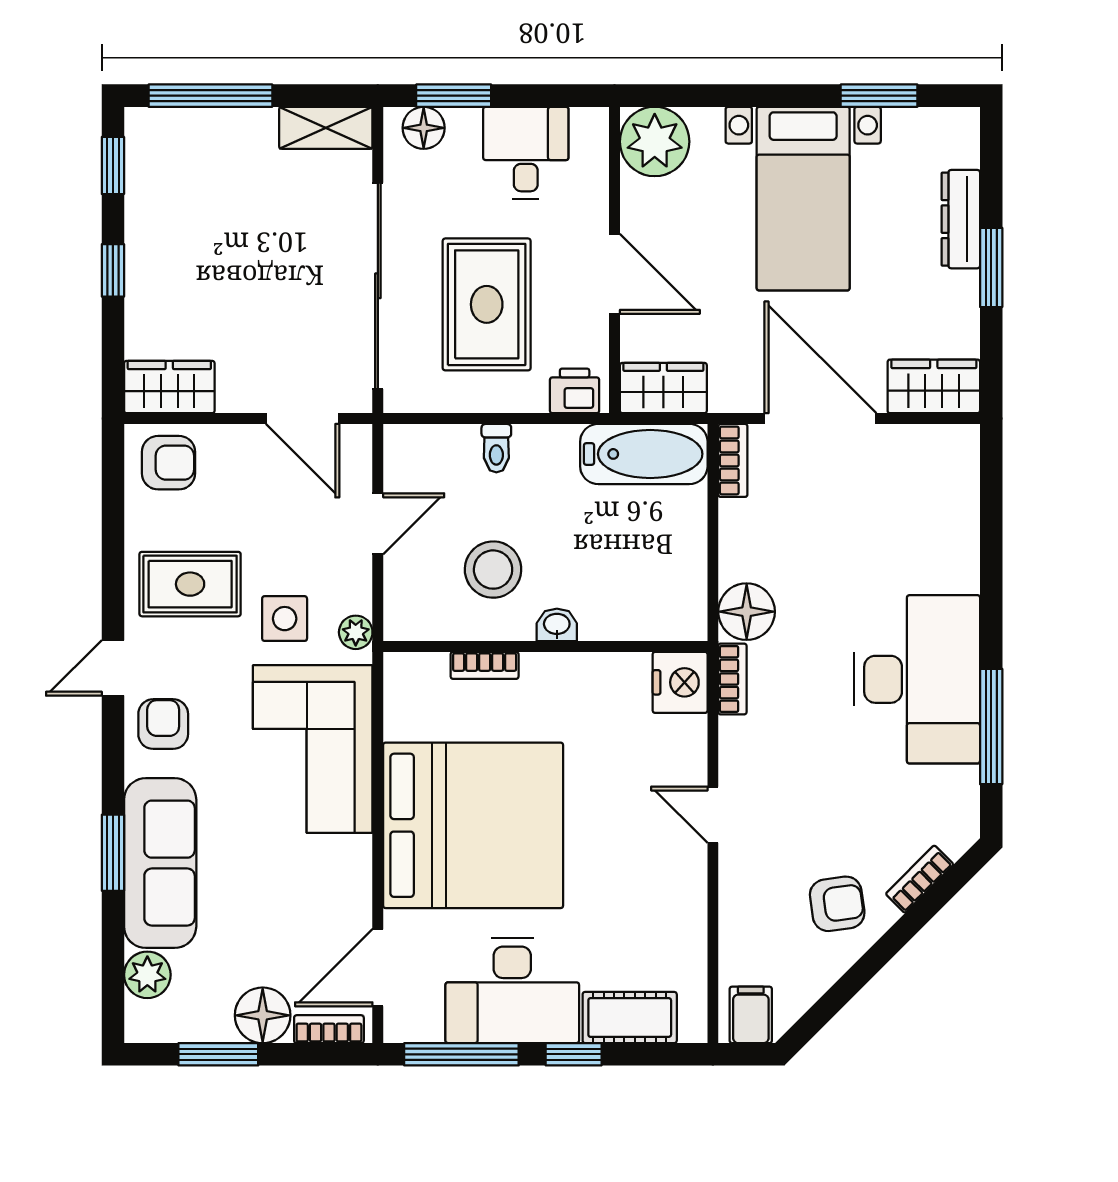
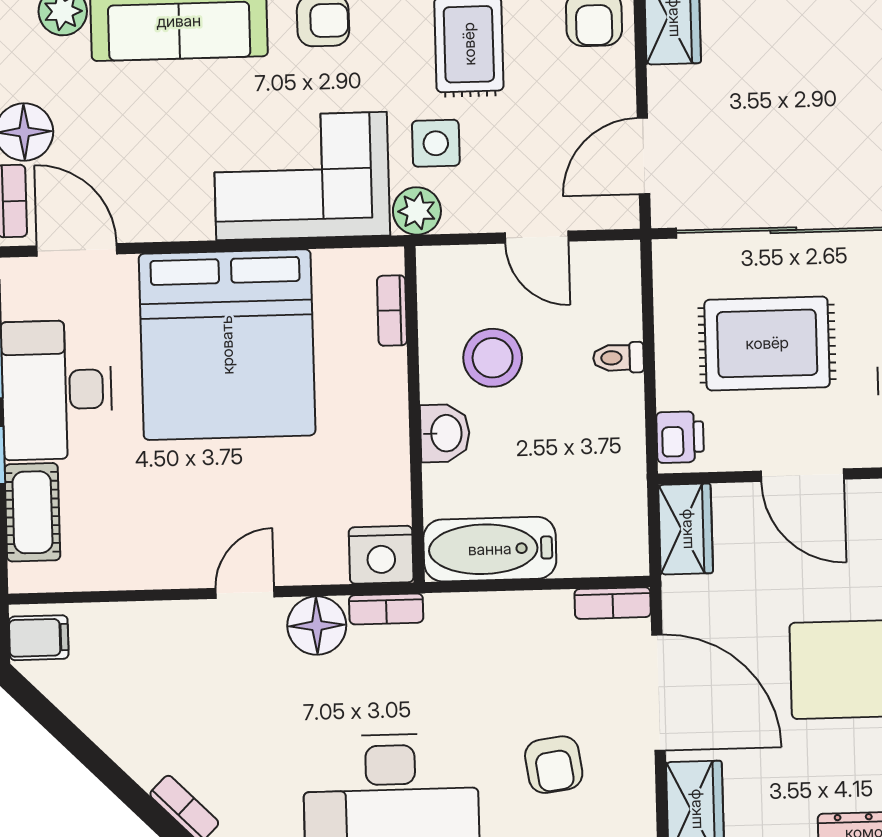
door: (615, 274) -> (802, 475), hinge flipped
door: (820, 419) -> (658, 693), hinge flipped
bathtub: (644, 454) -> (490, 549), moved, turned 90
floor lamp: (747, 612) -> (317, 626), moved
washbasin: (557, 625) -> (445, 433), width x1.38, depth x1.45
plant: (356, 632) -> (417, 211), width x1.38, depth x1.38
bookcase: (485, 665) -> (392, 311), moved
armchair: (837, 904) -> (554, 765), moved

